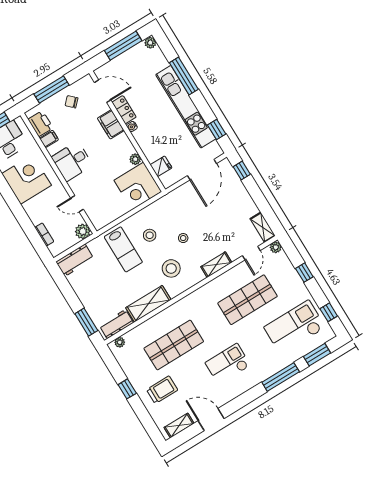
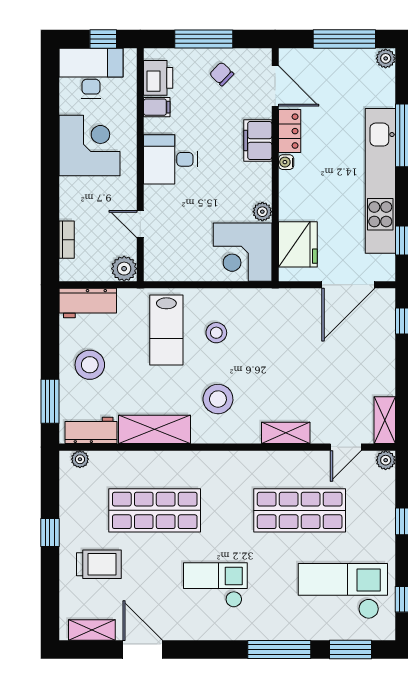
fridge: (161, 166) -> (298, 244), width x1.88, depth x1.34
stool: (183, 238) -> (90, 365), moved, width x1.89, depth x1.89

